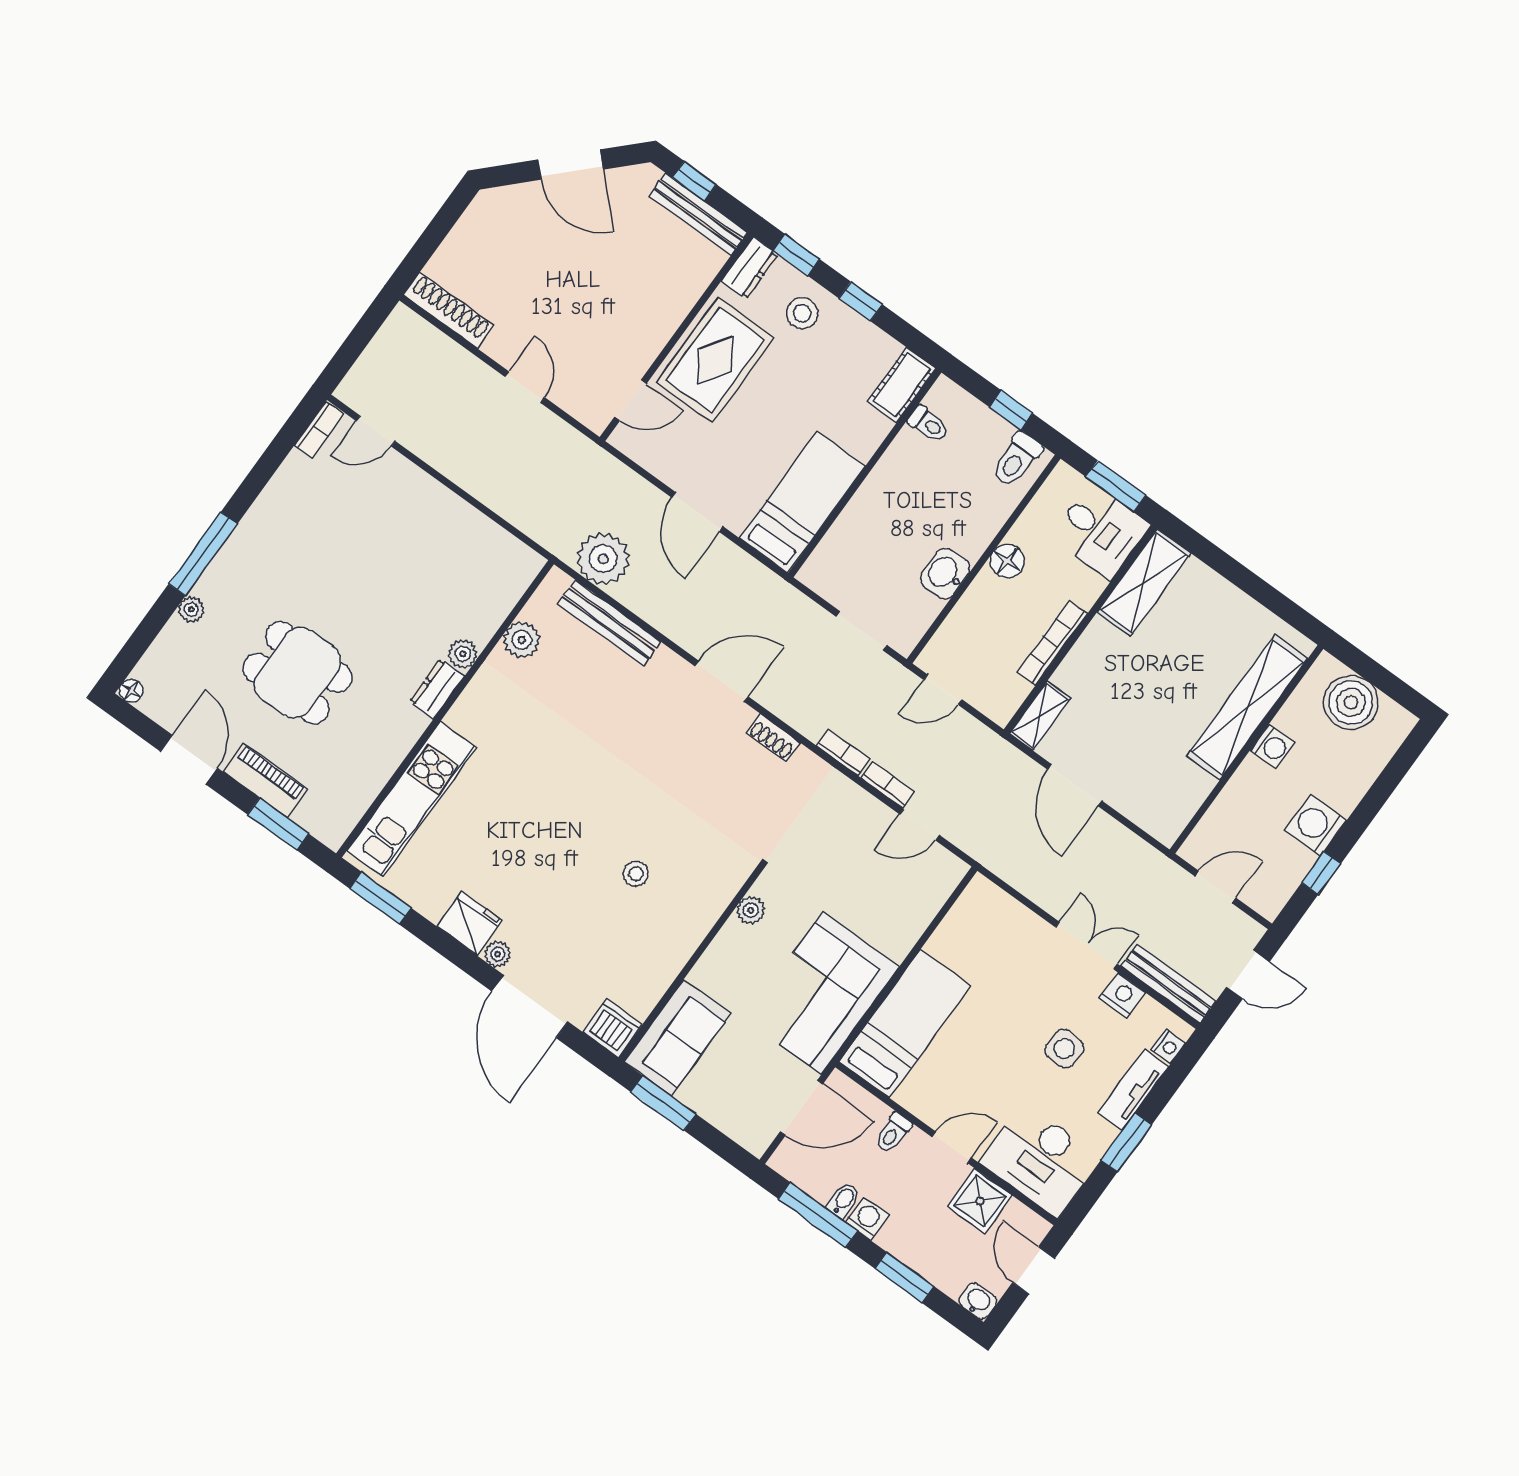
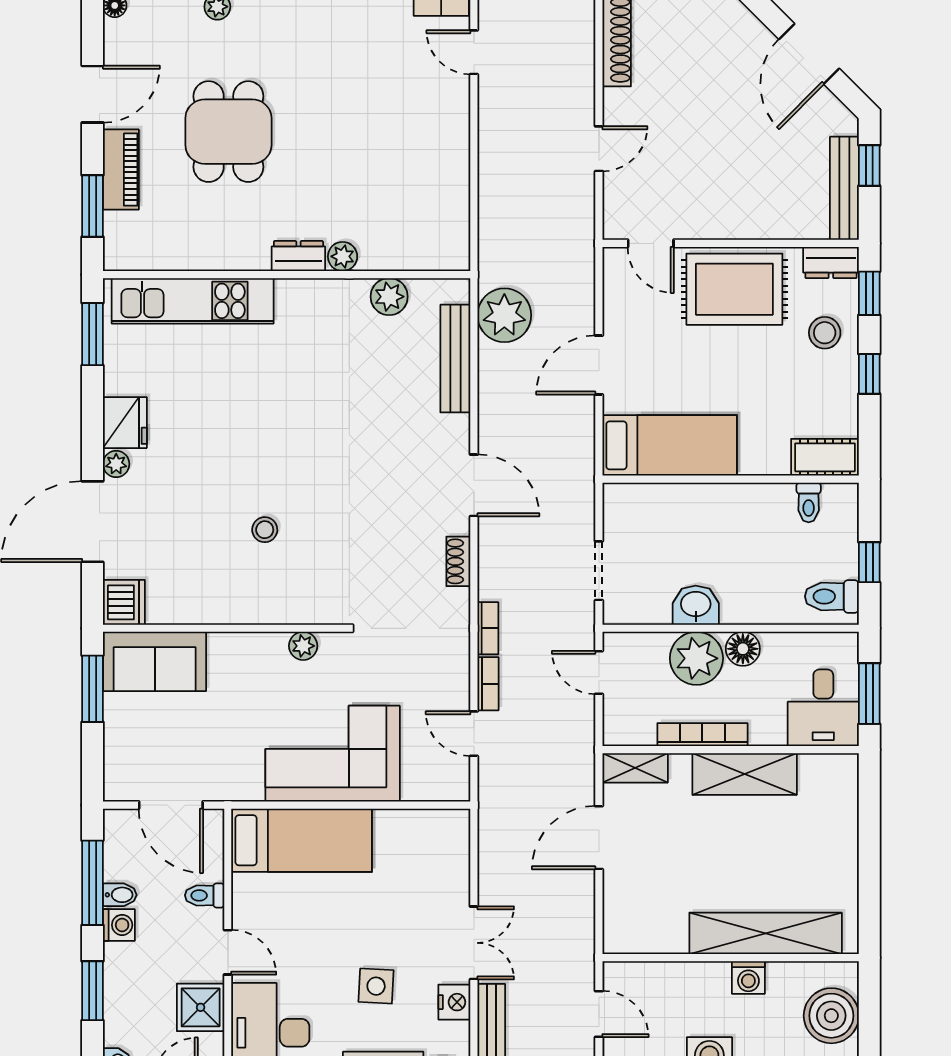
shelving: (1144, 582) -> (745, 774), moved
plant: (988, 604) -> (696, 658), added
corner sofa: (822, 993) -> (333, 754), moved

